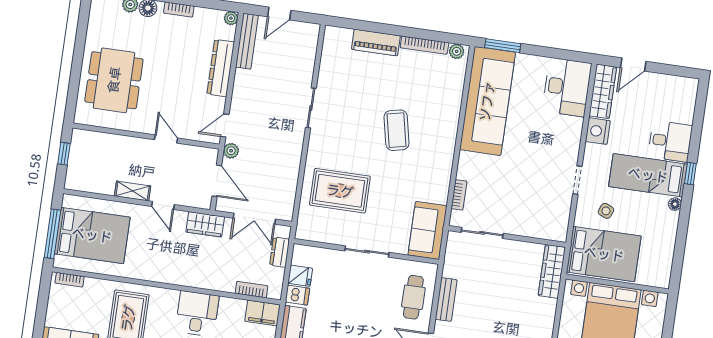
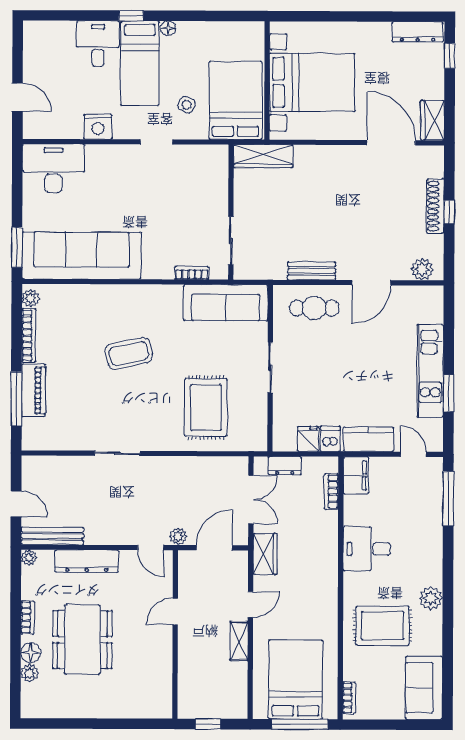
window: (371, 27) -> (16, 399), added
dining table: (114, 80) -> (82, 640), moved, turned 90
wardrobe: (603, 91) -> (52, 127), removed
sofa: (427, 230) -> (226, 303), width x1.36

